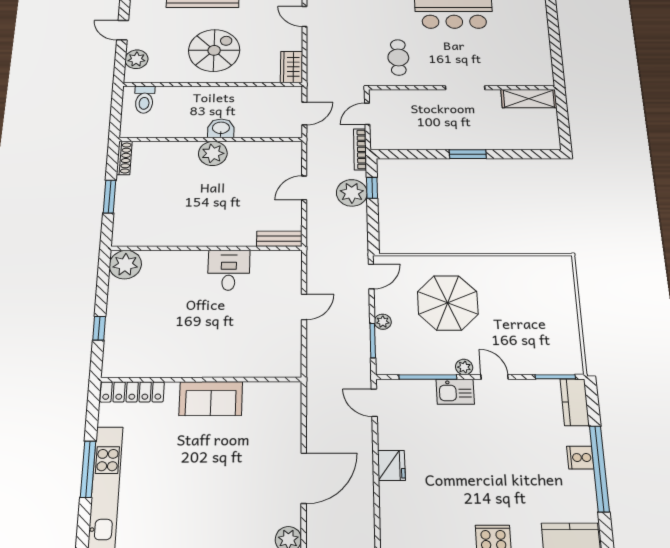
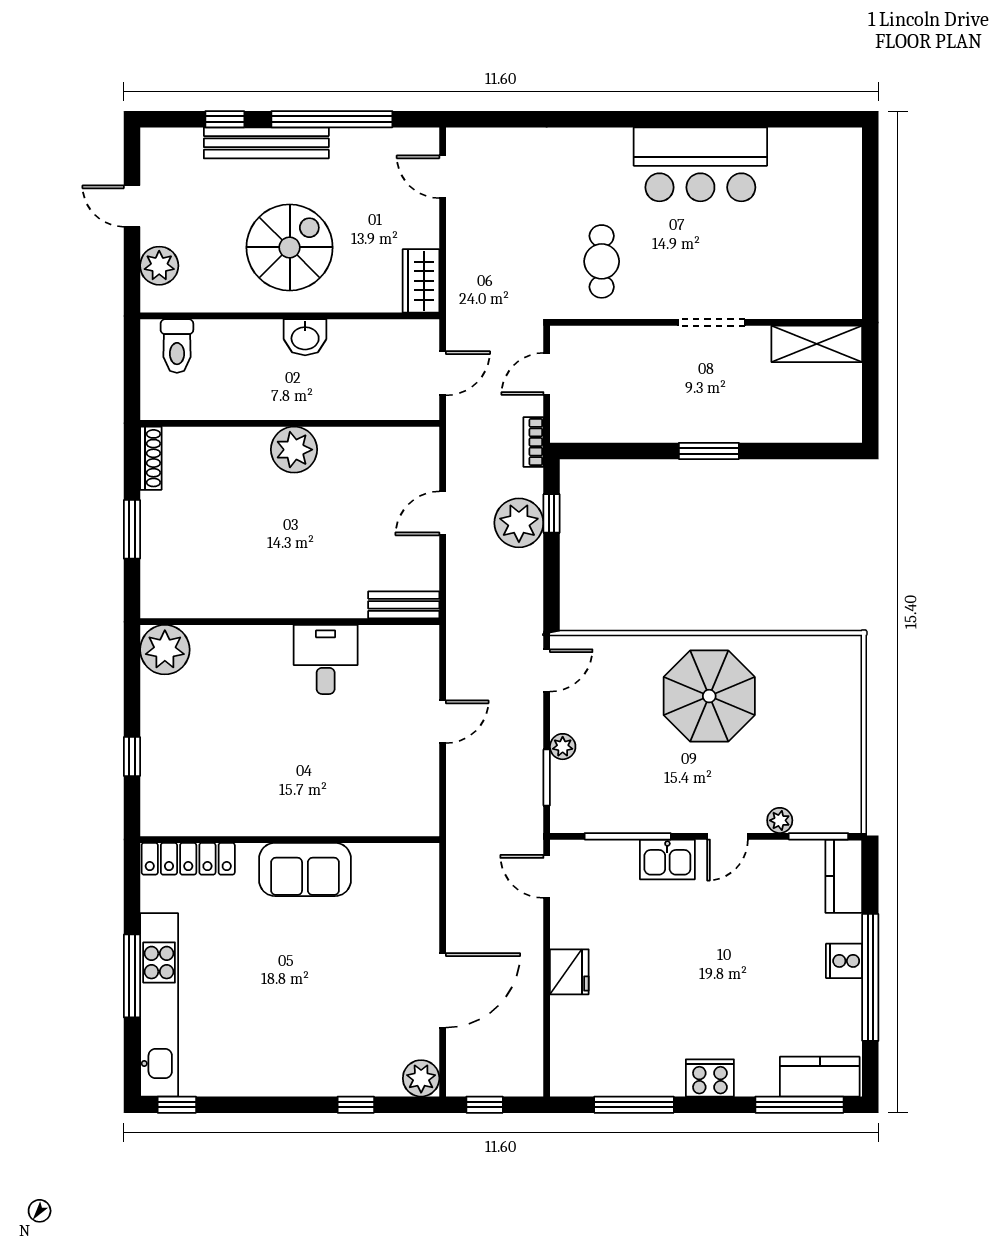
washbasin: (221, 128) -> (305, 337), moved, turned 180
bookcase: (360, 149) -> (533, 442), width x0.64
parasol: (448, 303) -> (709, 696), moved
plant: (464, 367) -> (780, 820), moved
door: (495, 377) -> (727, 836), swing flipped

